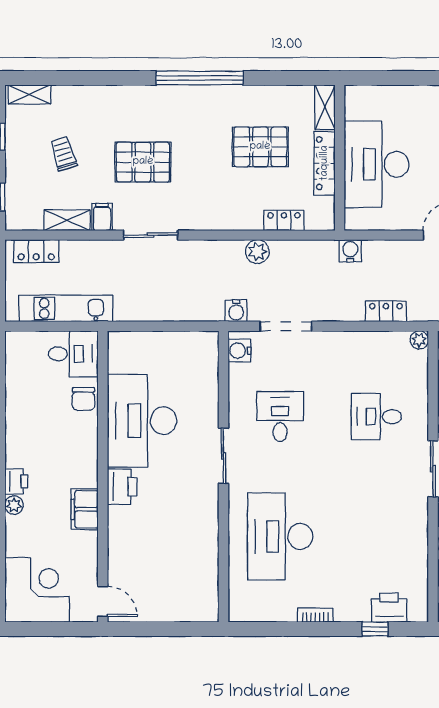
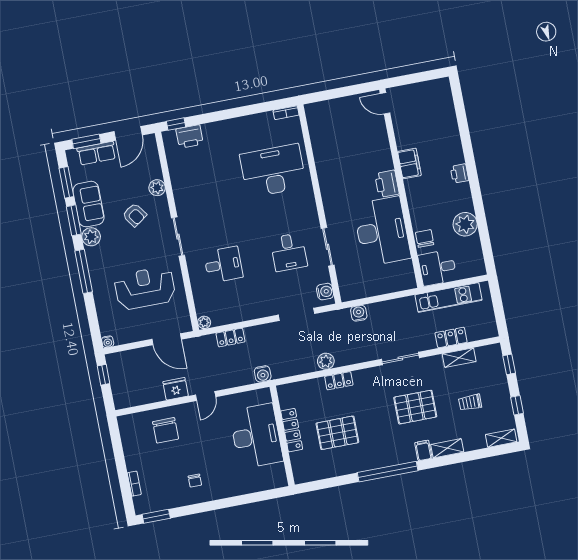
shelving: (325, 107) -> (447, 448), moved, turned 90
trolley: (64, 154) -> (470, 402), turned 107
filing cabinet: (102, 217) -> (423, 450), moved, turned 180
locker: (284, 220) -> (339, 381), moved
locker: (36, 251) -> (451, 337), moved
water cooler: (236, 311) -> (359, 313), moved
sliding door: (223, 456) -> (328, 247), moved
plant: (14, 505) -> (465, 224), moved, width x1.87, depth x1.87
desk: (280, 536) -> (273, 171), turned -90
corner desk: (37, 590) -> (431, 102), removed
bookcase: (315, 615) -> (286, 113), moved
window: (375, 629) -> (176, 124), moved

